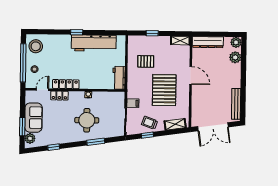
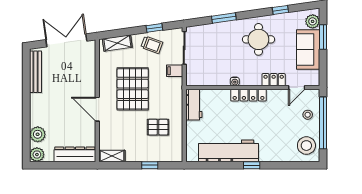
locker: (66, 84) -> (249, 95), moved
round table: (87, 120) -> (258, 39), moved

